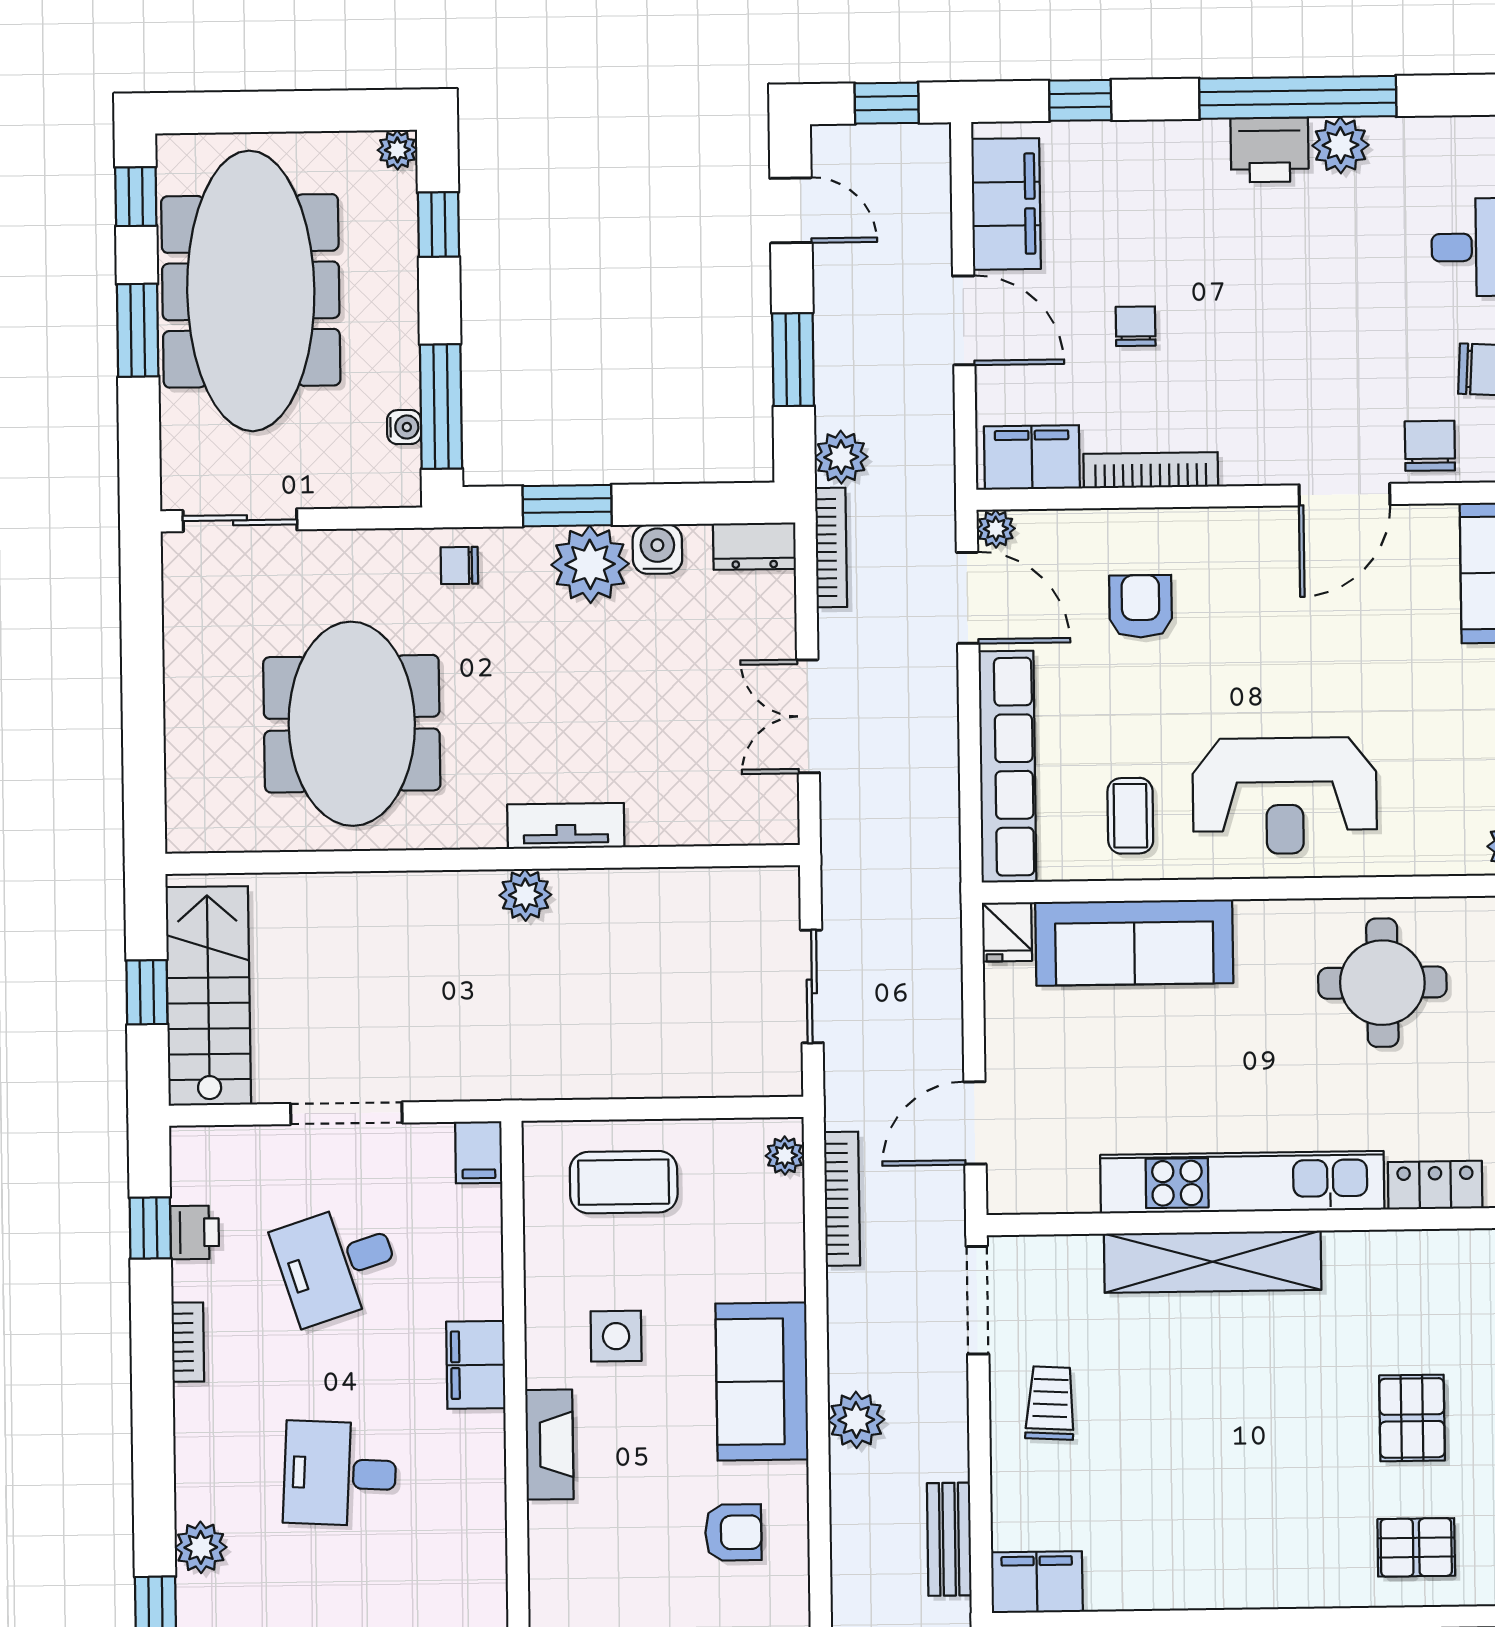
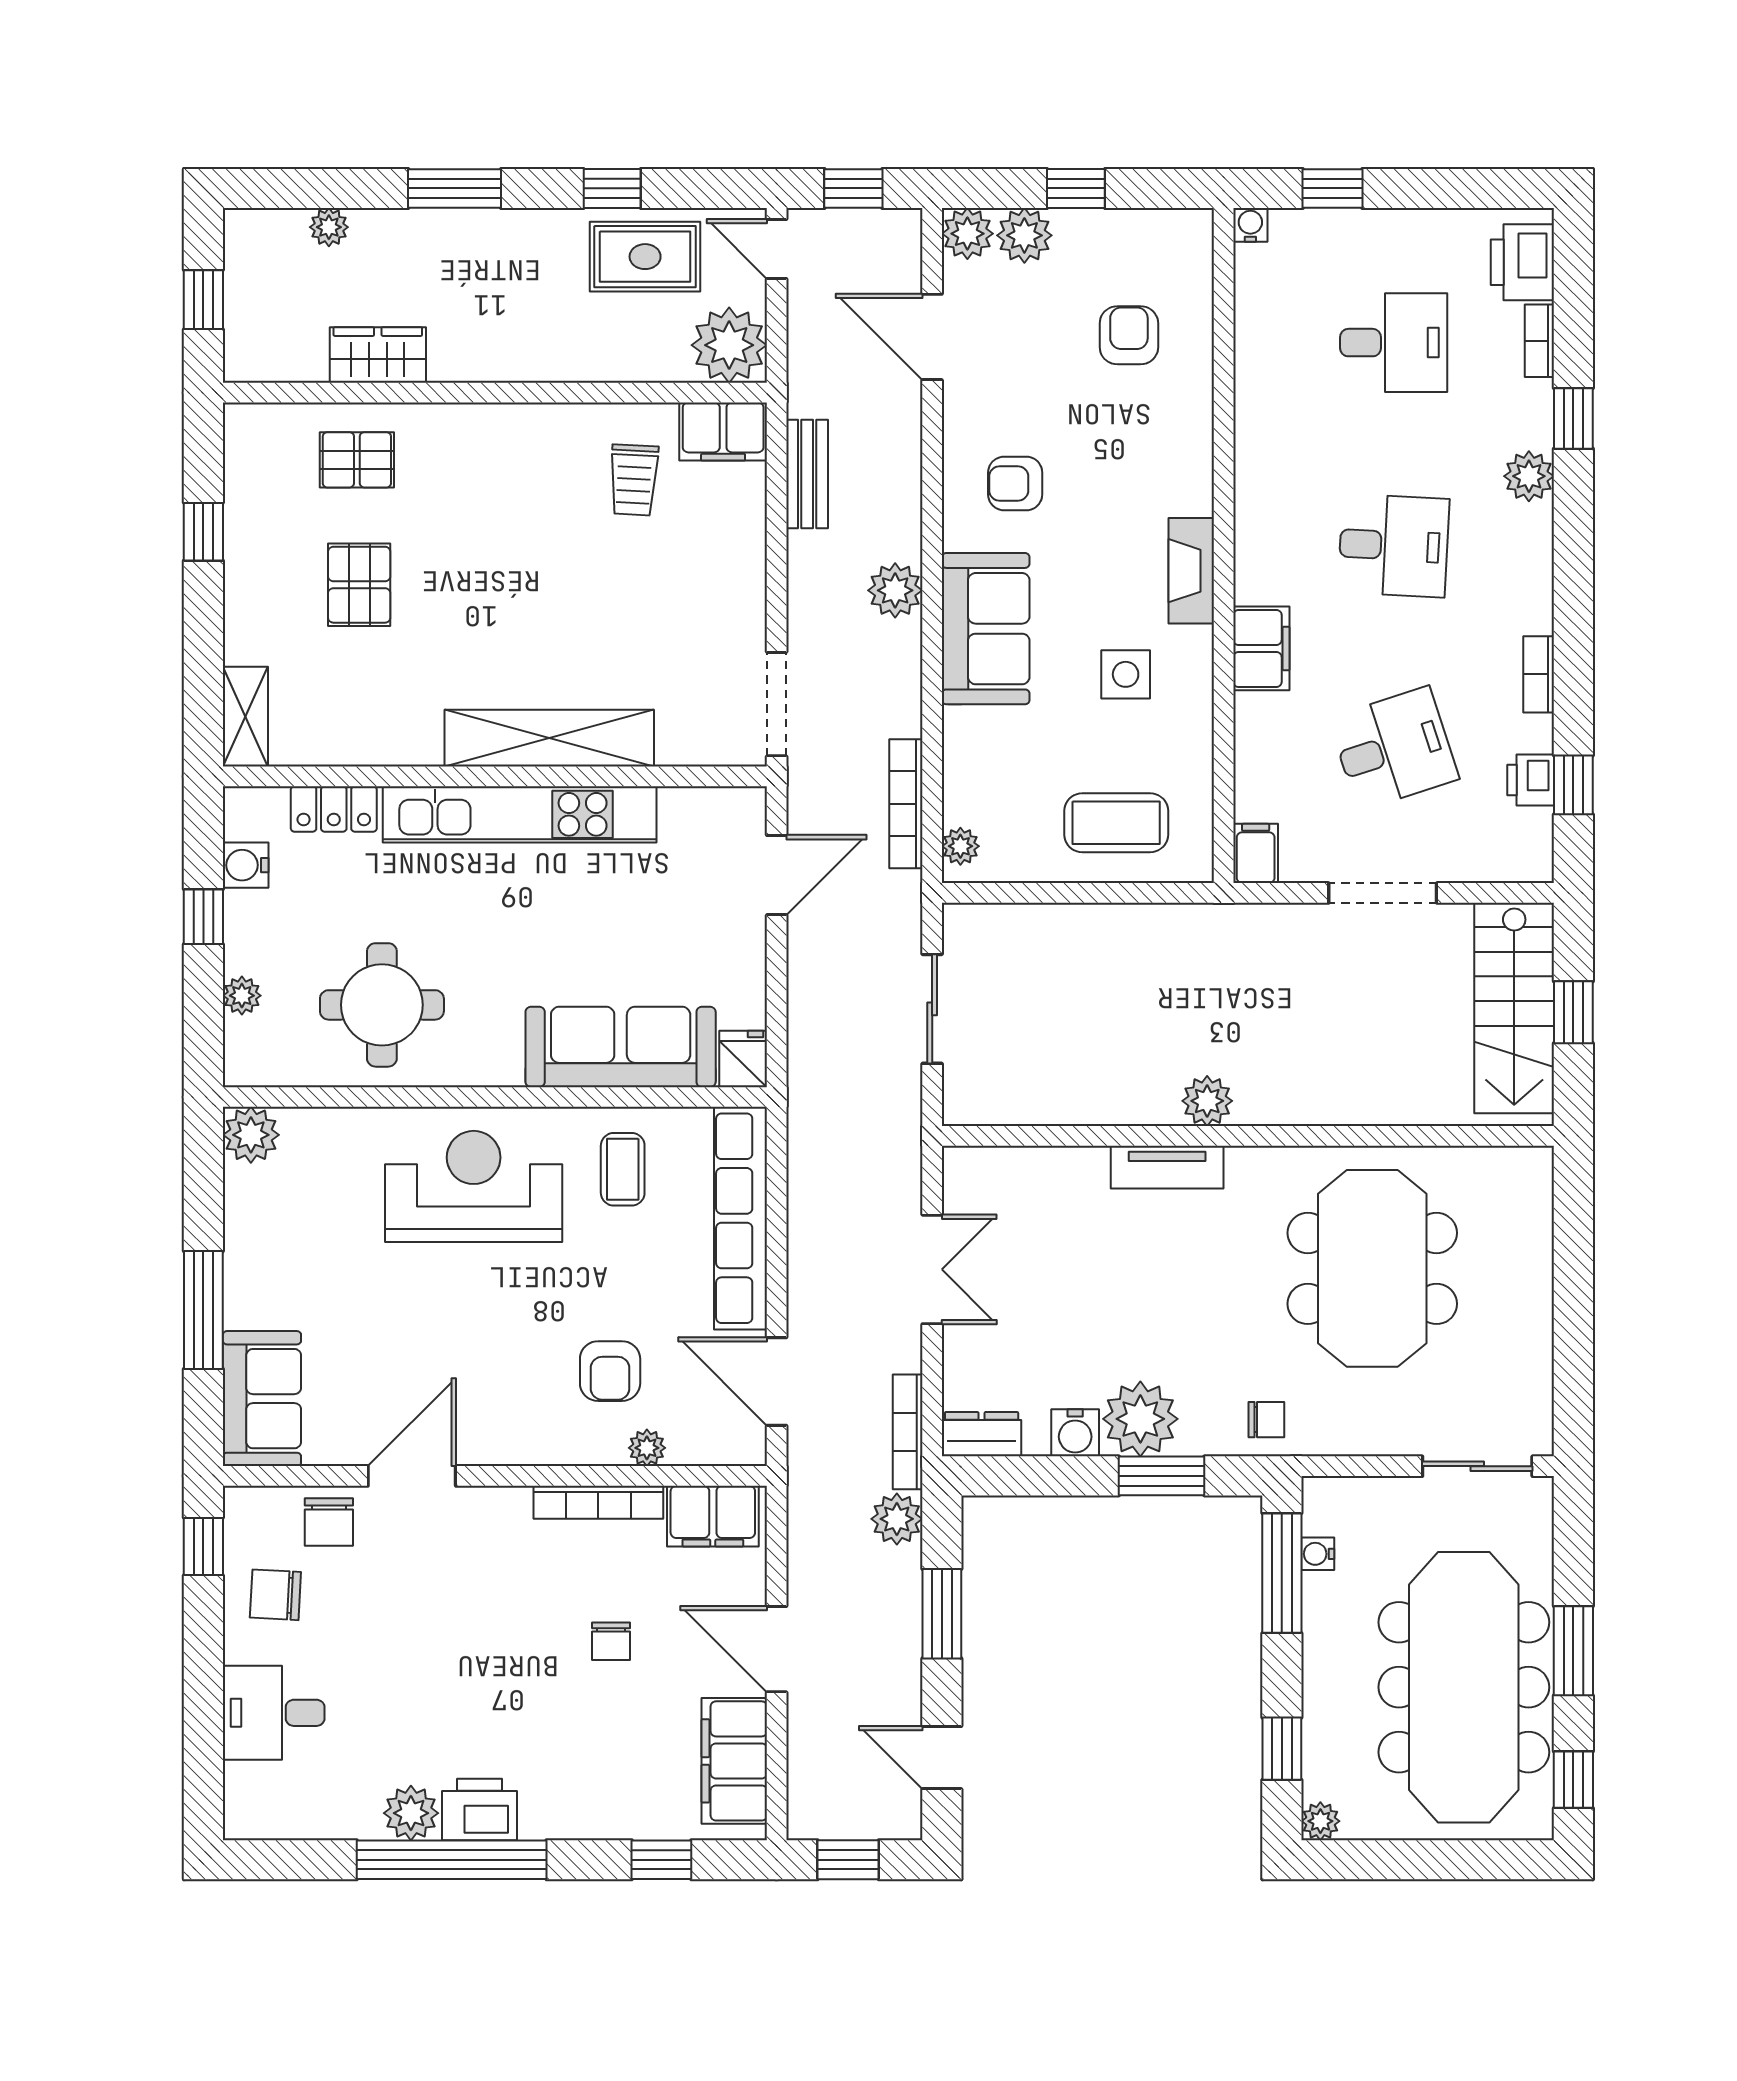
plant: (996, 529) -> (647, 1448), moved
trolley: (1050, 1403) -> (634, 480), moved

